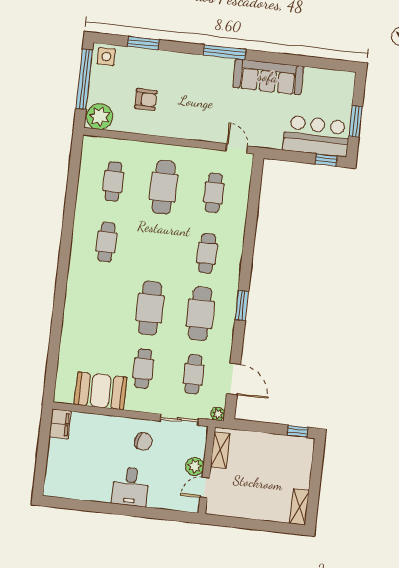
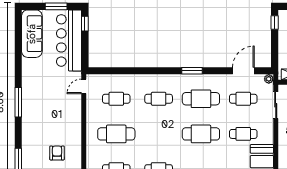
sofa: (268, 77) -> (32, 34), moved
bar counter: (316, 136) -> (69, 40), width x1.36

